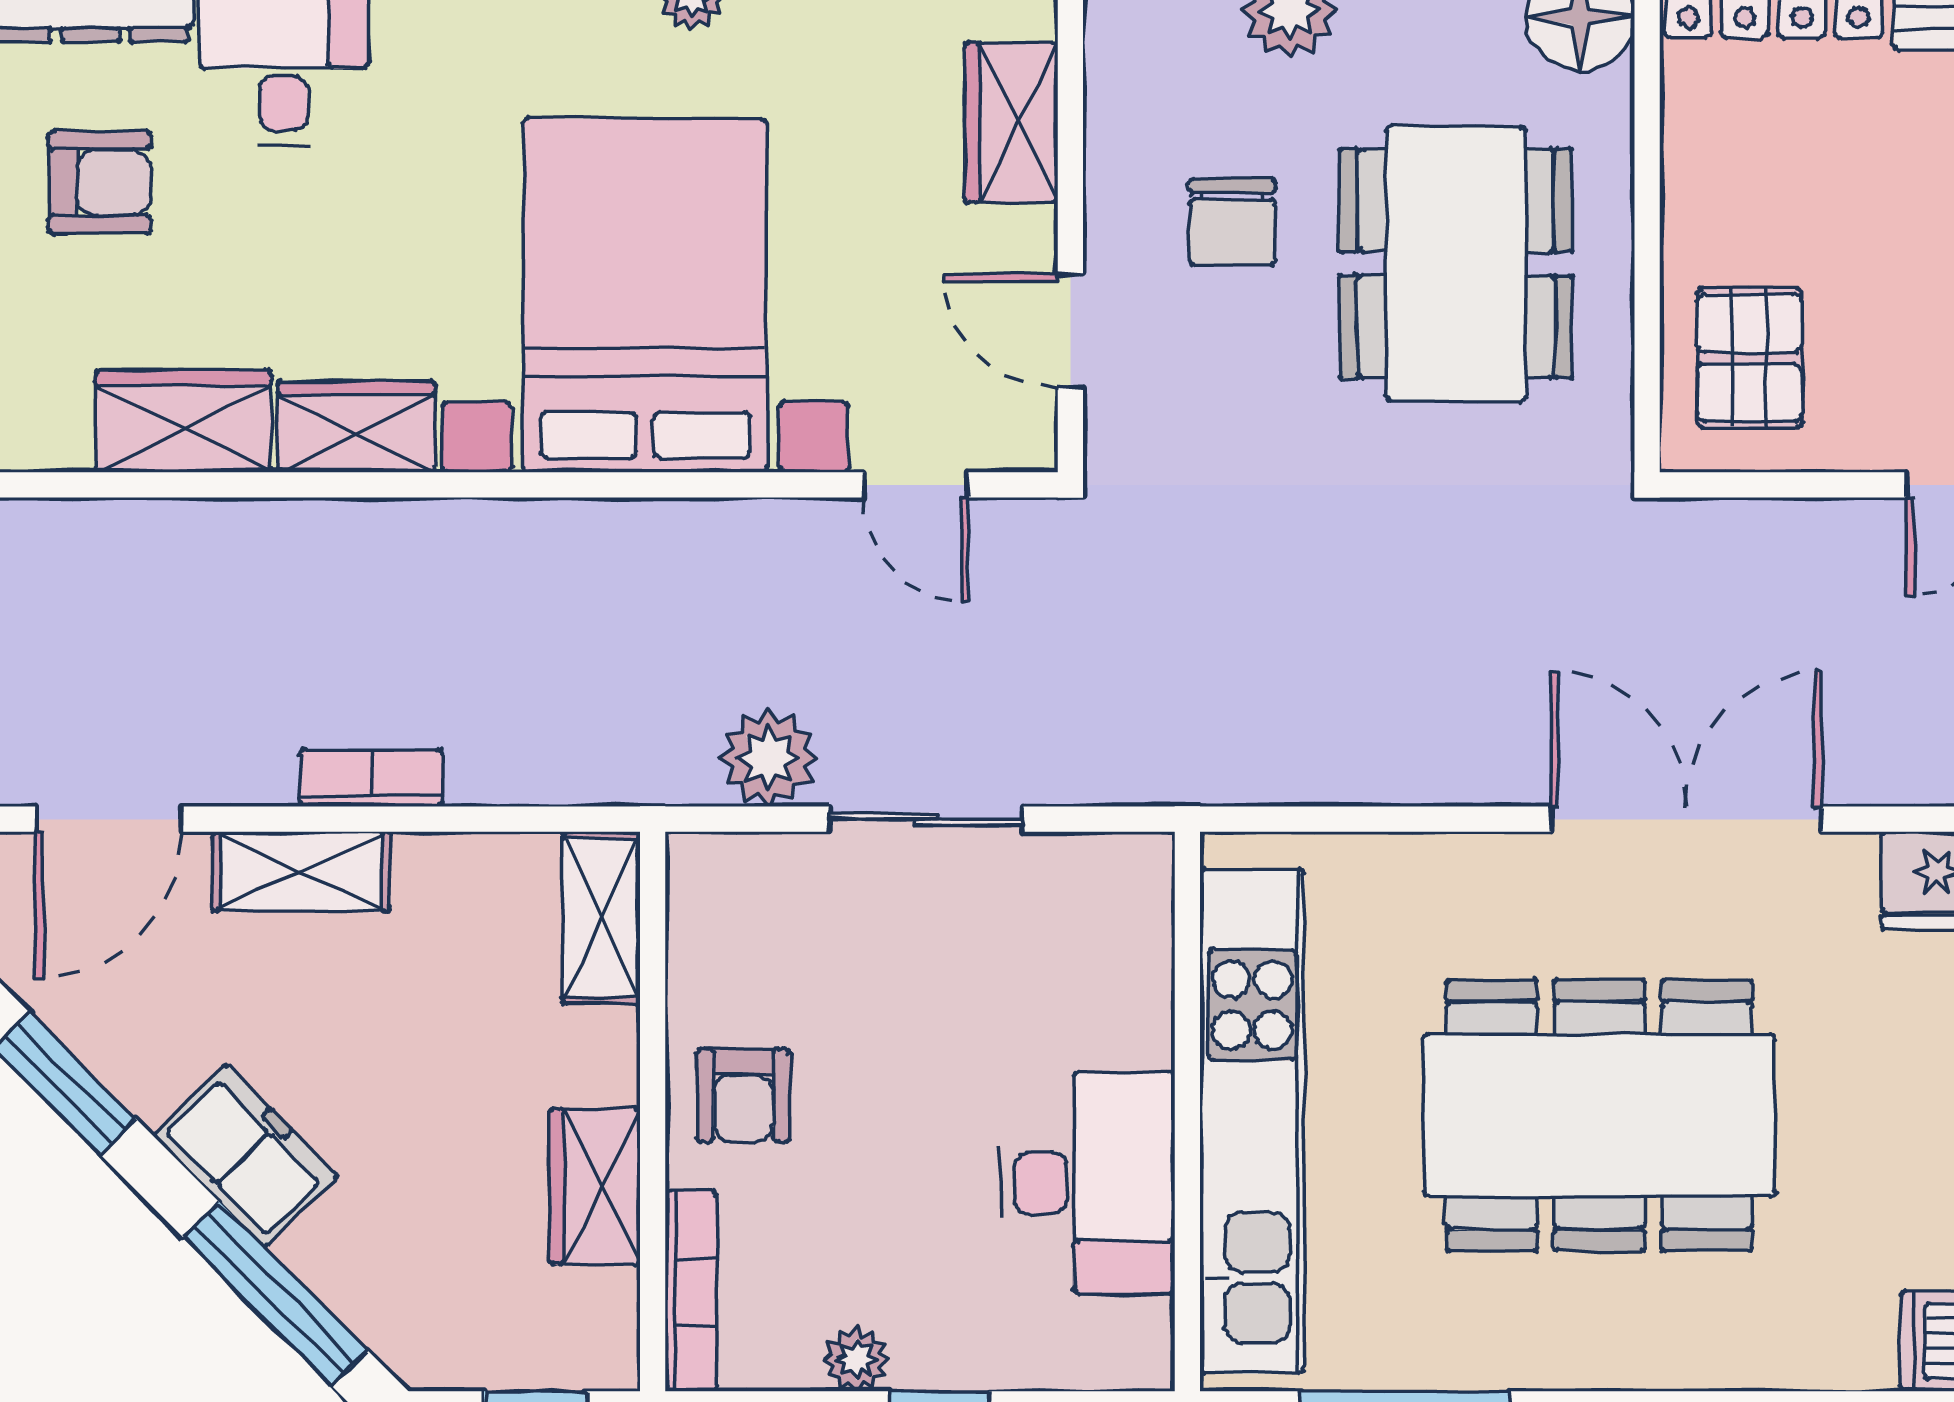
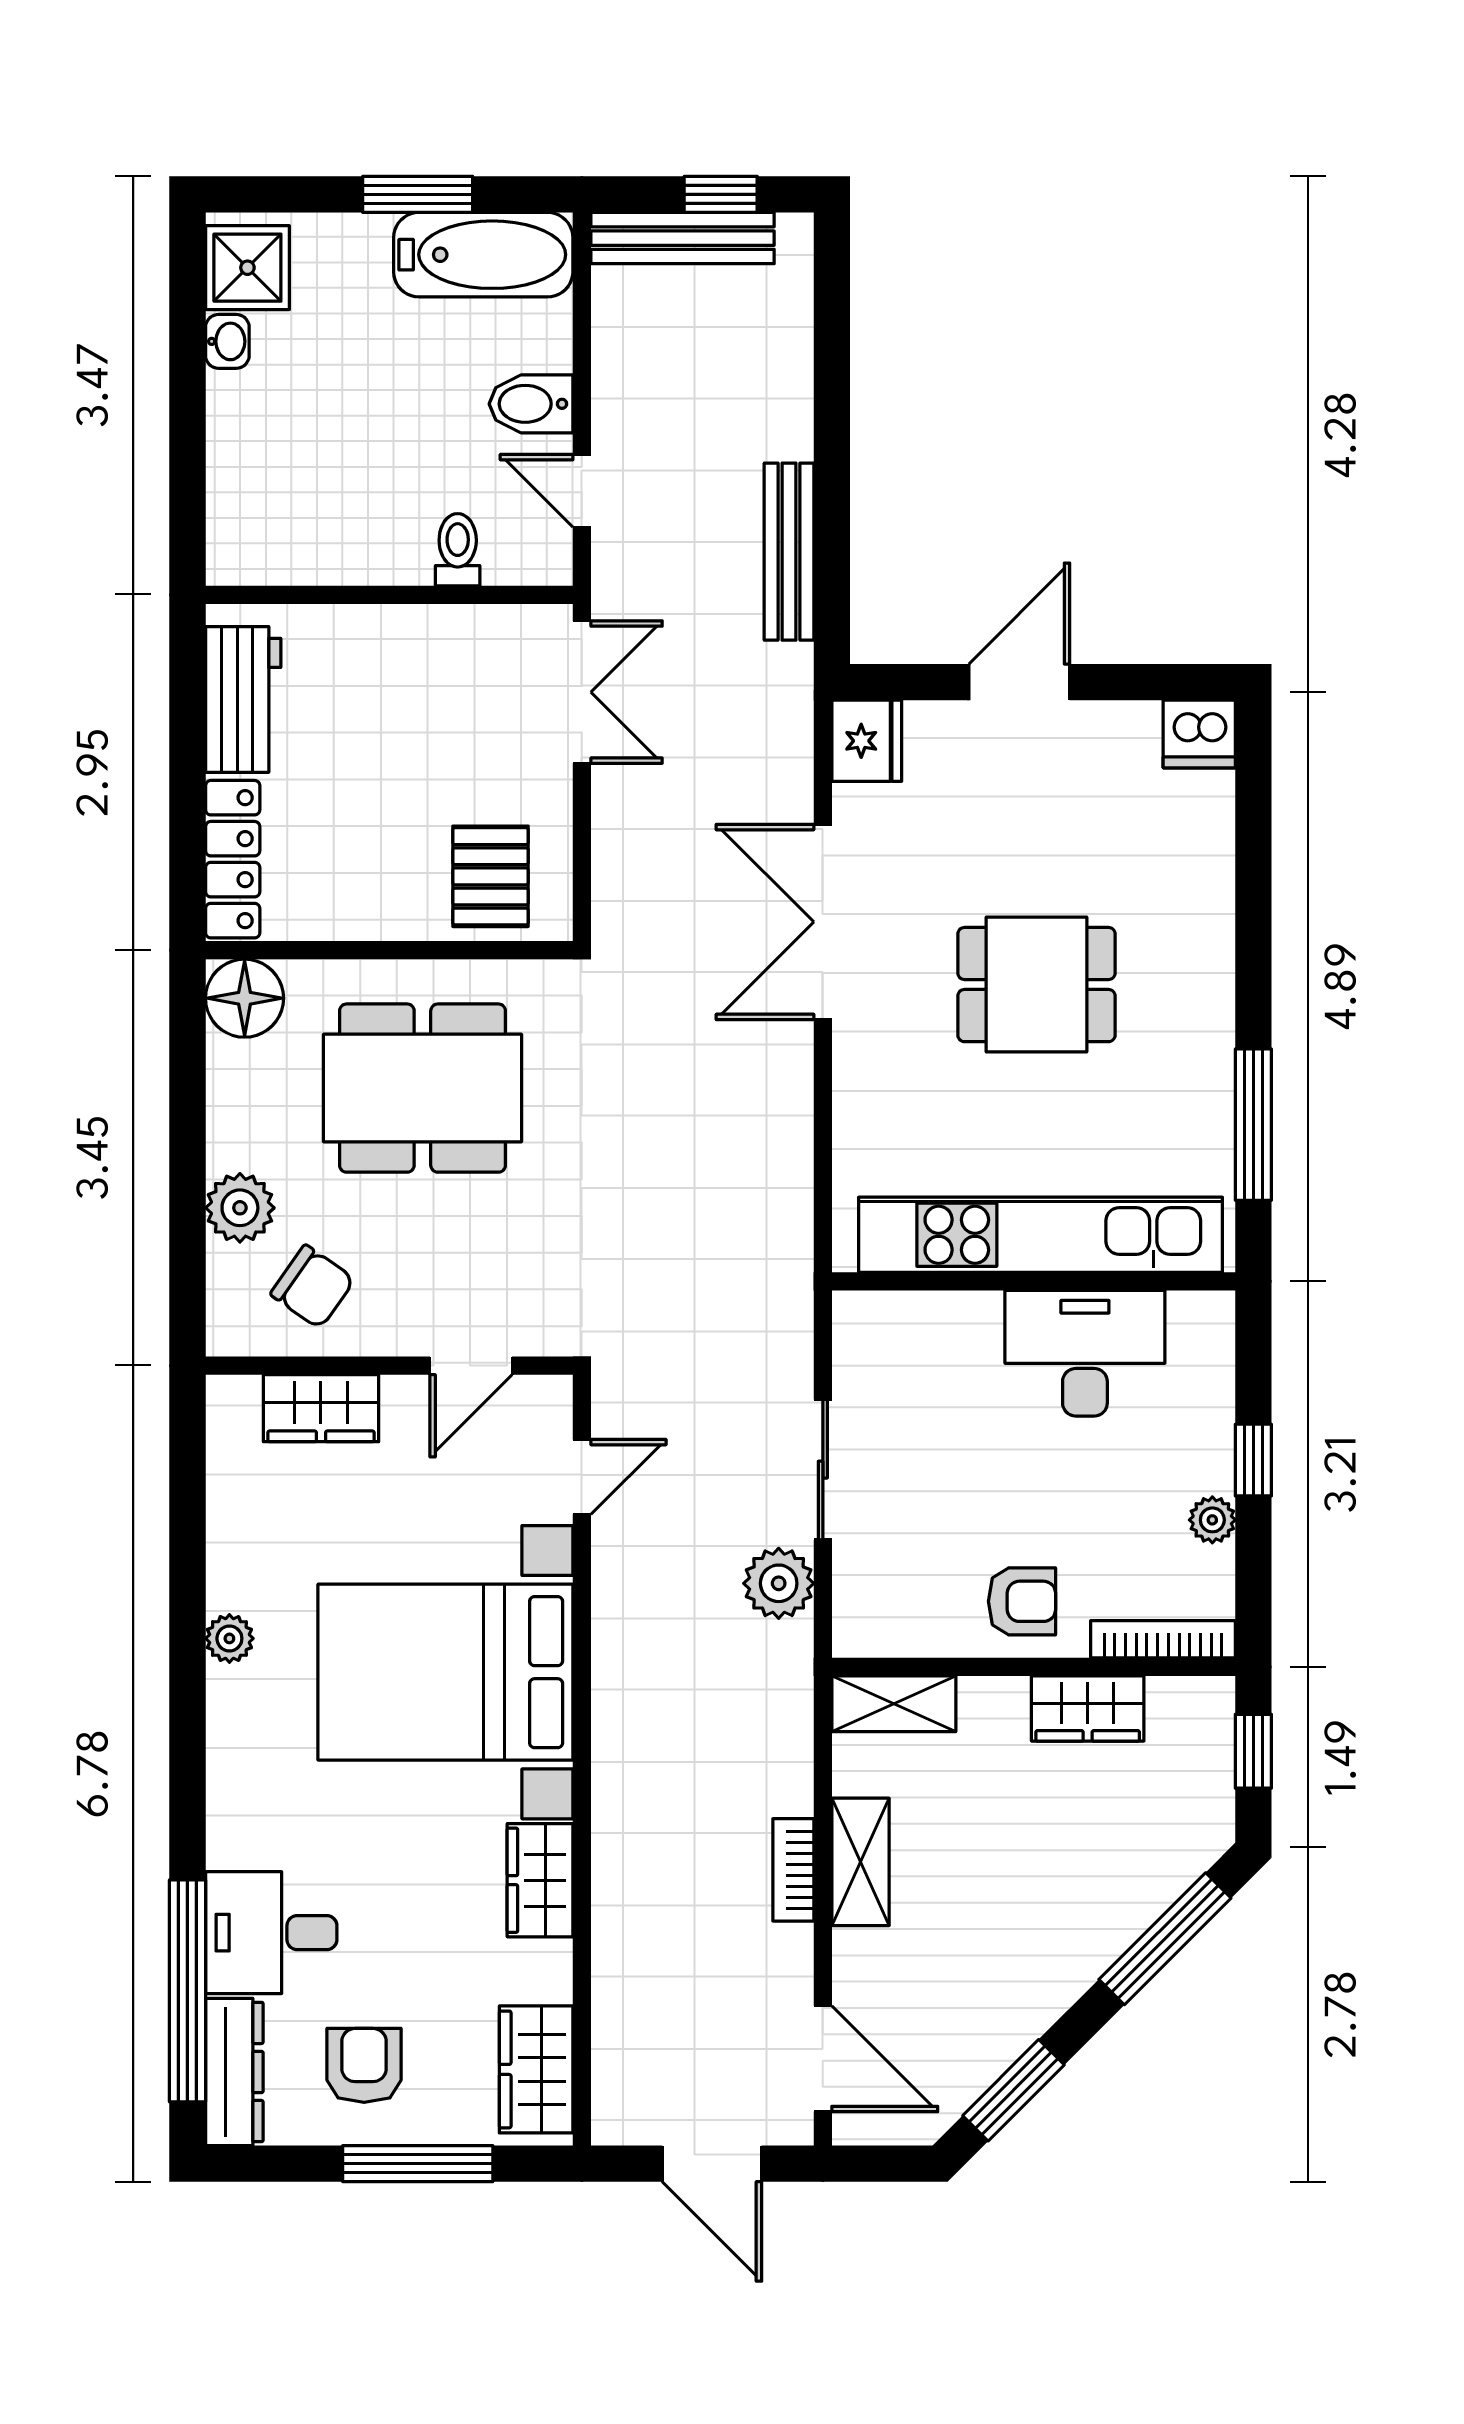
chair: (1232, 222) -> (313, 1287), moved, turned 35
pallet: (1749, 358) -> (491, 876), turned 90
wardrobe: (183, 421) -> (536, 2069), moved
shelving: (301, 871) -> (860, 1862), moved
dining table: (1599, 1116) -> (1036, 985), width x0.53, depth x0.80
freezer: (245, 1155) -> (1065, 1960), removed

